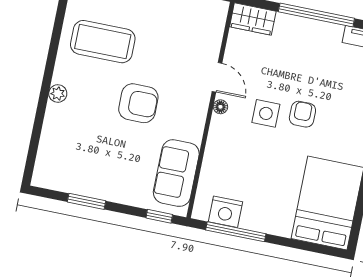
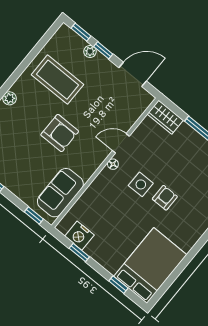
door: (217, 77) -> (121, 143), swing flipped
window: (236, 232) -> (79, 253), width x0.46
window: (302, 245) -> (118, 285), added

